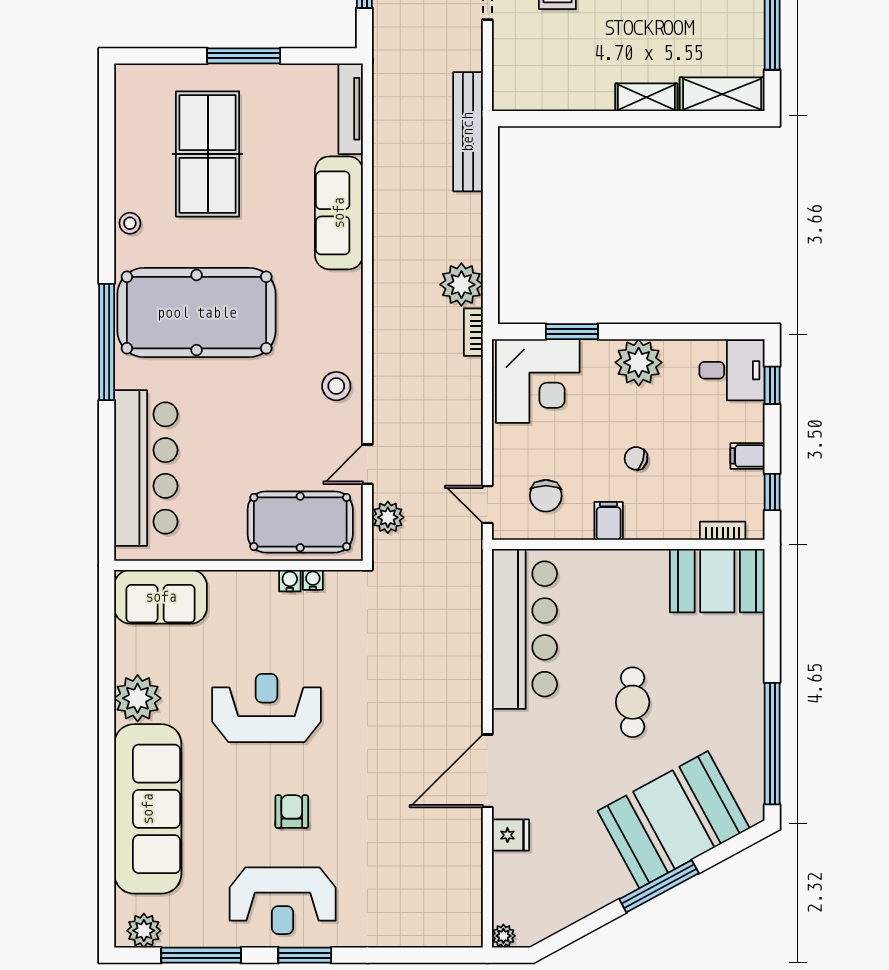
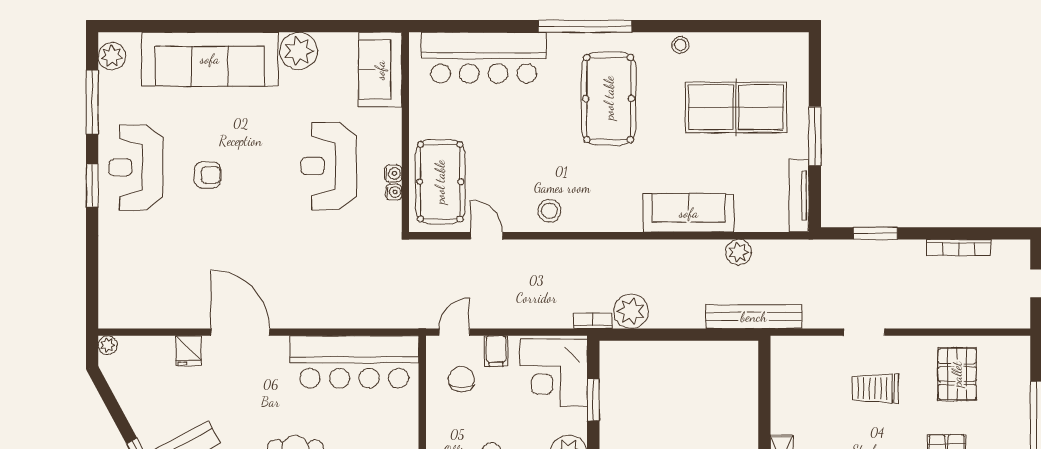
tv unit: (351, 109) -> (799, 196), moved, turned -90
pool table: (197, 313) -> (609, 98), width x0.73, depth x0.76
chair: (546, 496) -> (461, 379), turned 90
plant: (388, 517) -> (739, 252), moved
filing cabinet: (609, 521) -> (496, 351), moved, turned 90
reception desk: (266, 708) -> (329, 166), moved, turned 180

